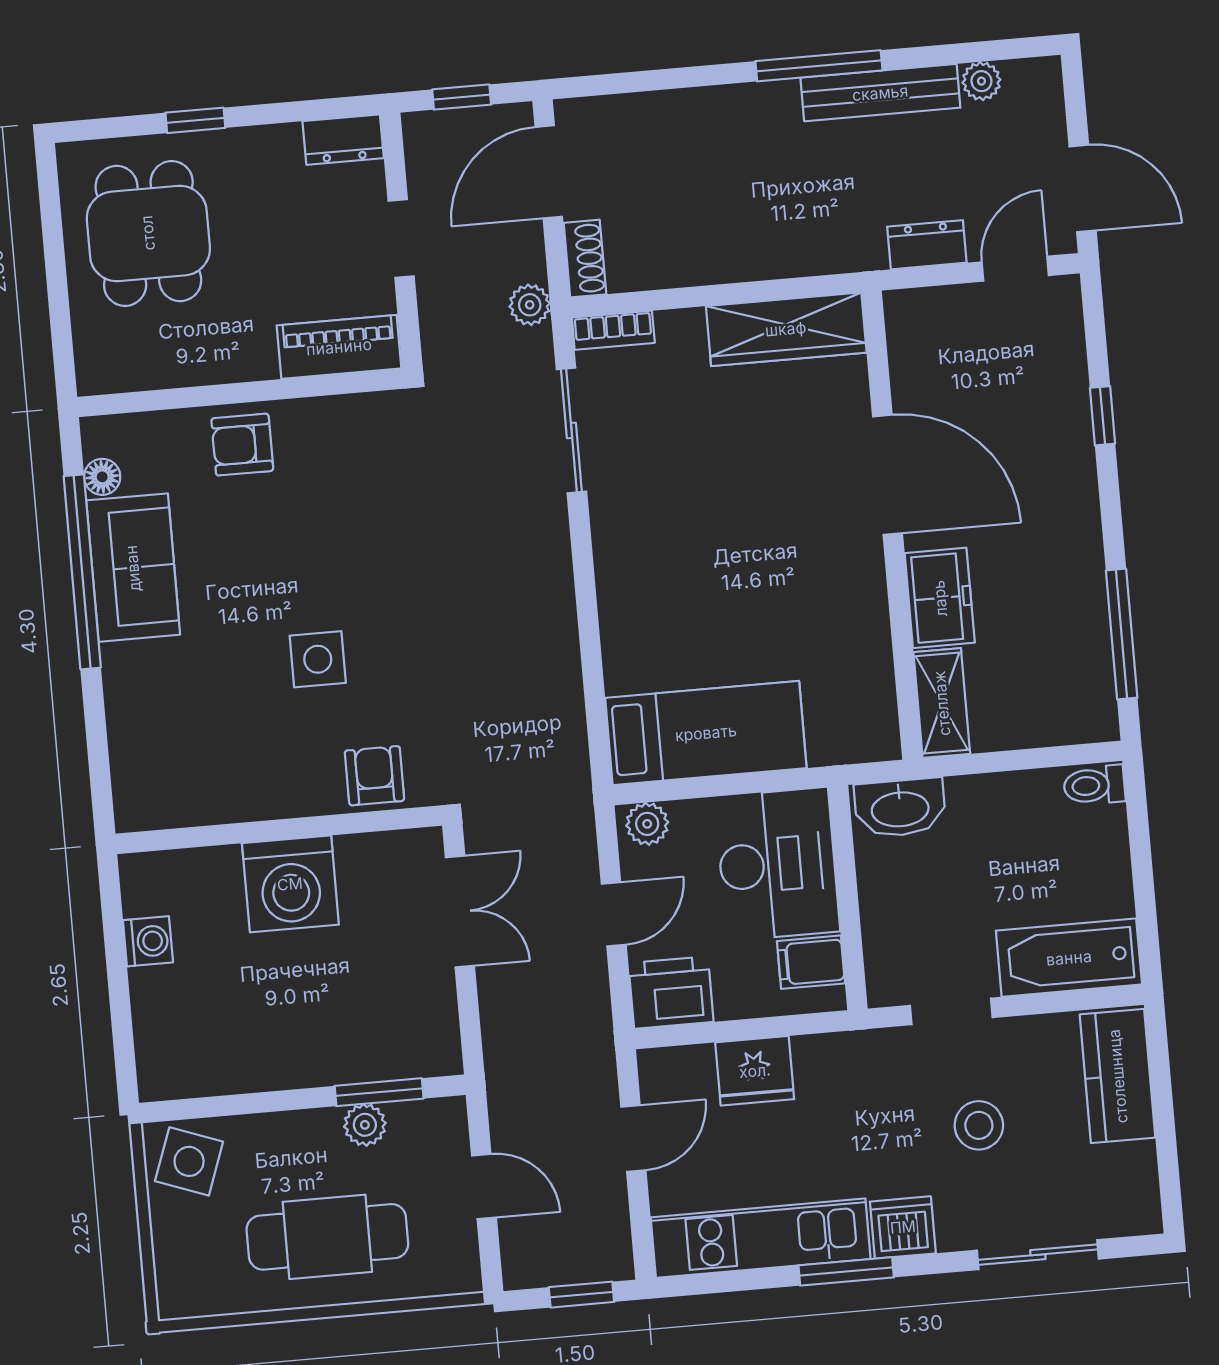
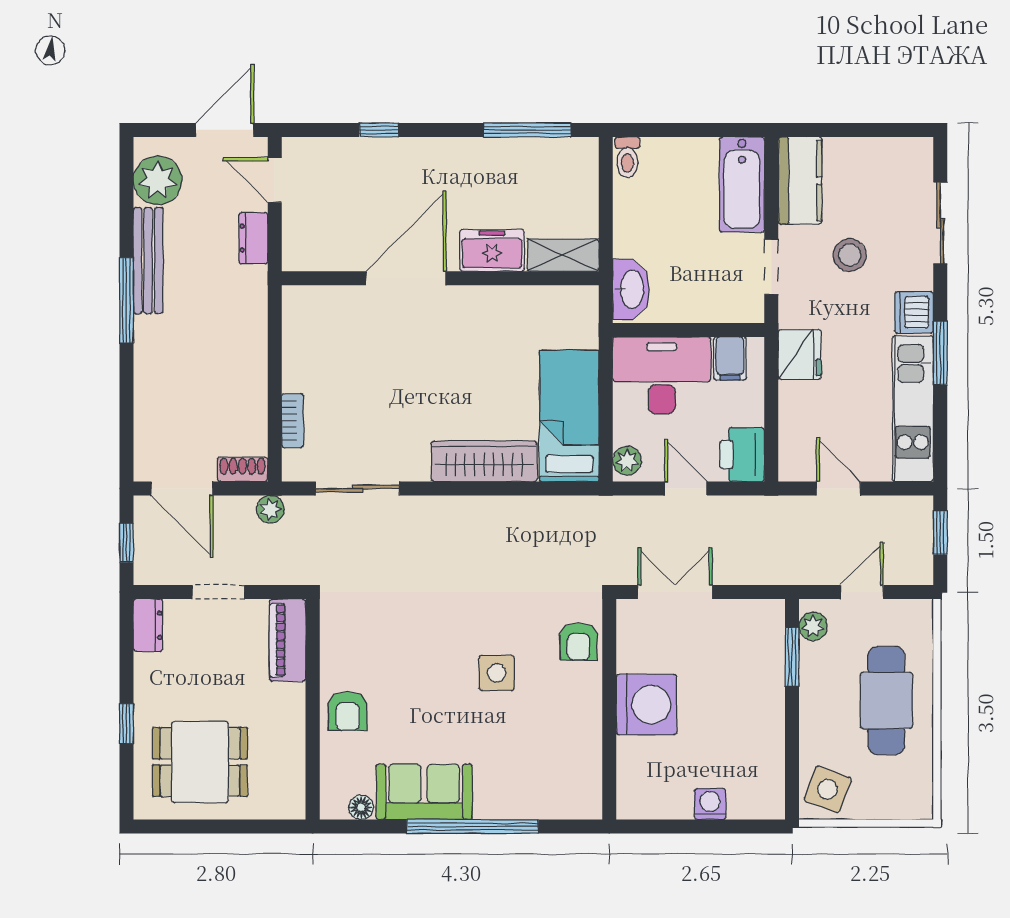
plant: (981, 81) -> (158, 180), width x1.88, depth x1.88
wardrobe: (786, 329) -> (484, 461), moved, turned -90
bookcase: (613, 330) -> (292, 421), moved
window: (82, 572) -> (473, 827), moved
armchair: (375, 776) -> (579, 642), turned -90
washing machine: (148, 941) -> (710, 804), moved
fridge: (755, 1071) -> (800, 354), moved
kitchen counter: (1118, 1076) -> (800, 181), moved, turned -90
plant: (365, 1125) -> (813, 626), moved

